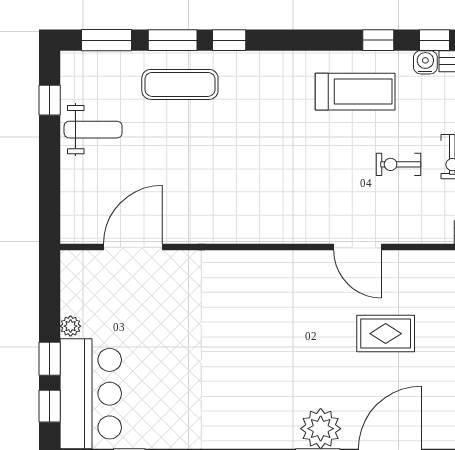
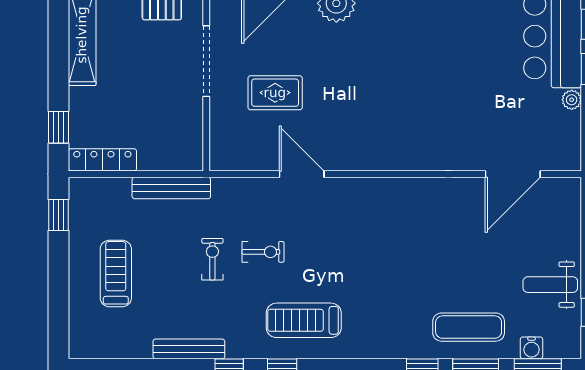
water cooler: (425, 62) -> (531, 348), moved

